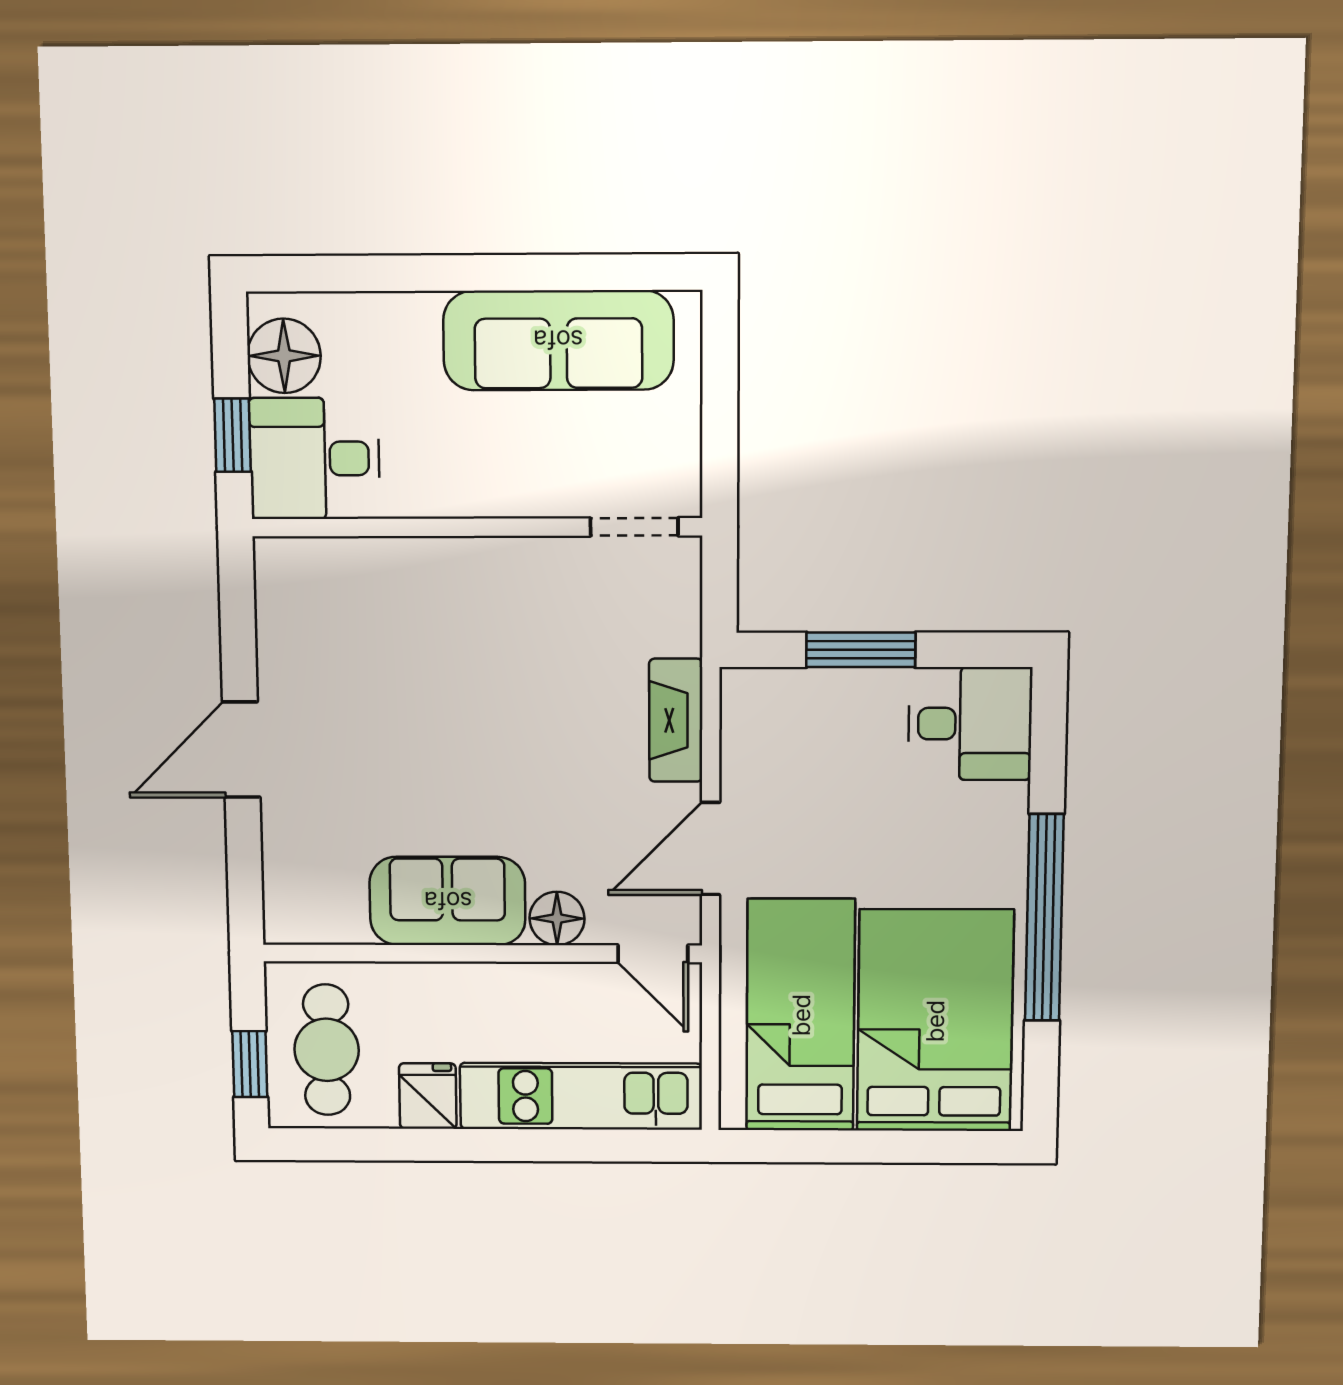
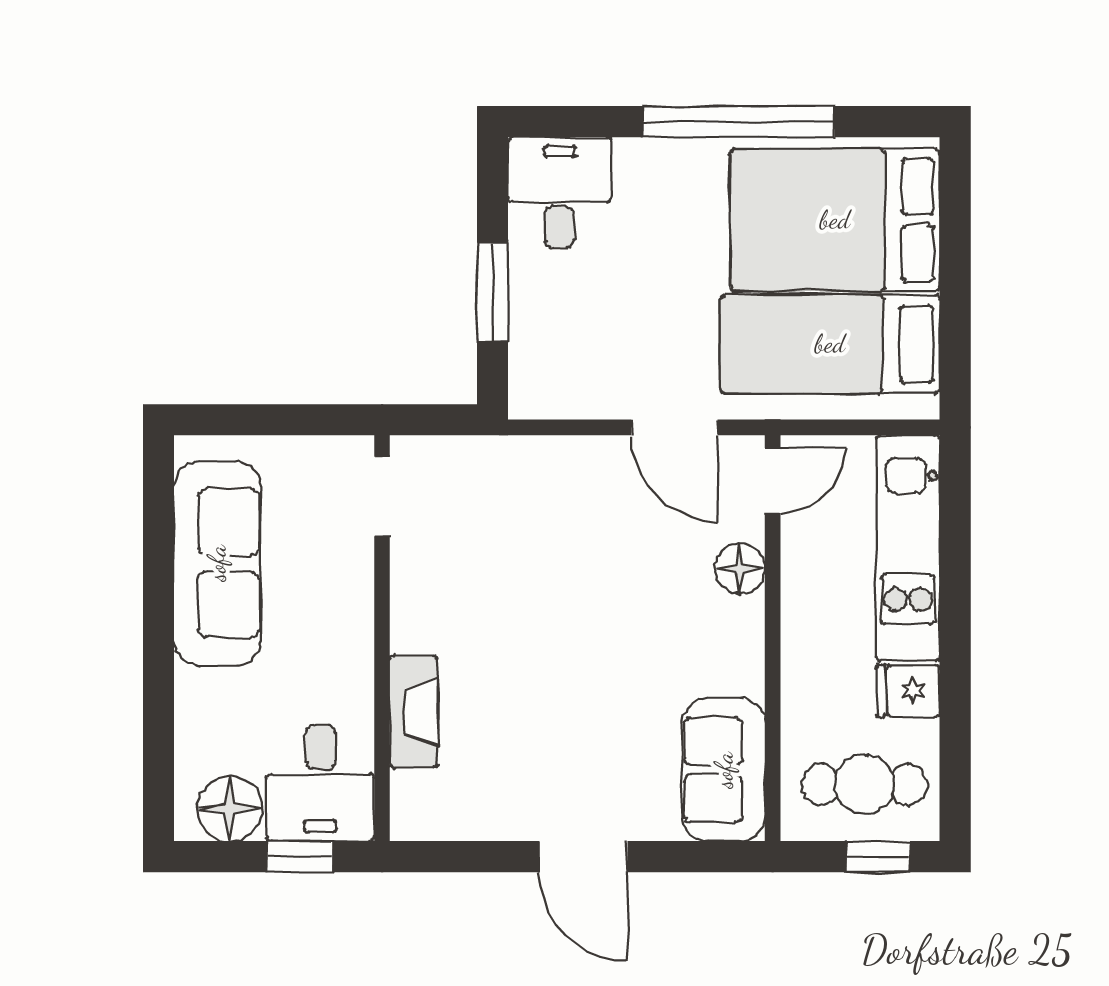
fireplace: (676, 720) -> (414, 712), moved, turned -90
sofa: (448, 901) -> (724, 770), moved

